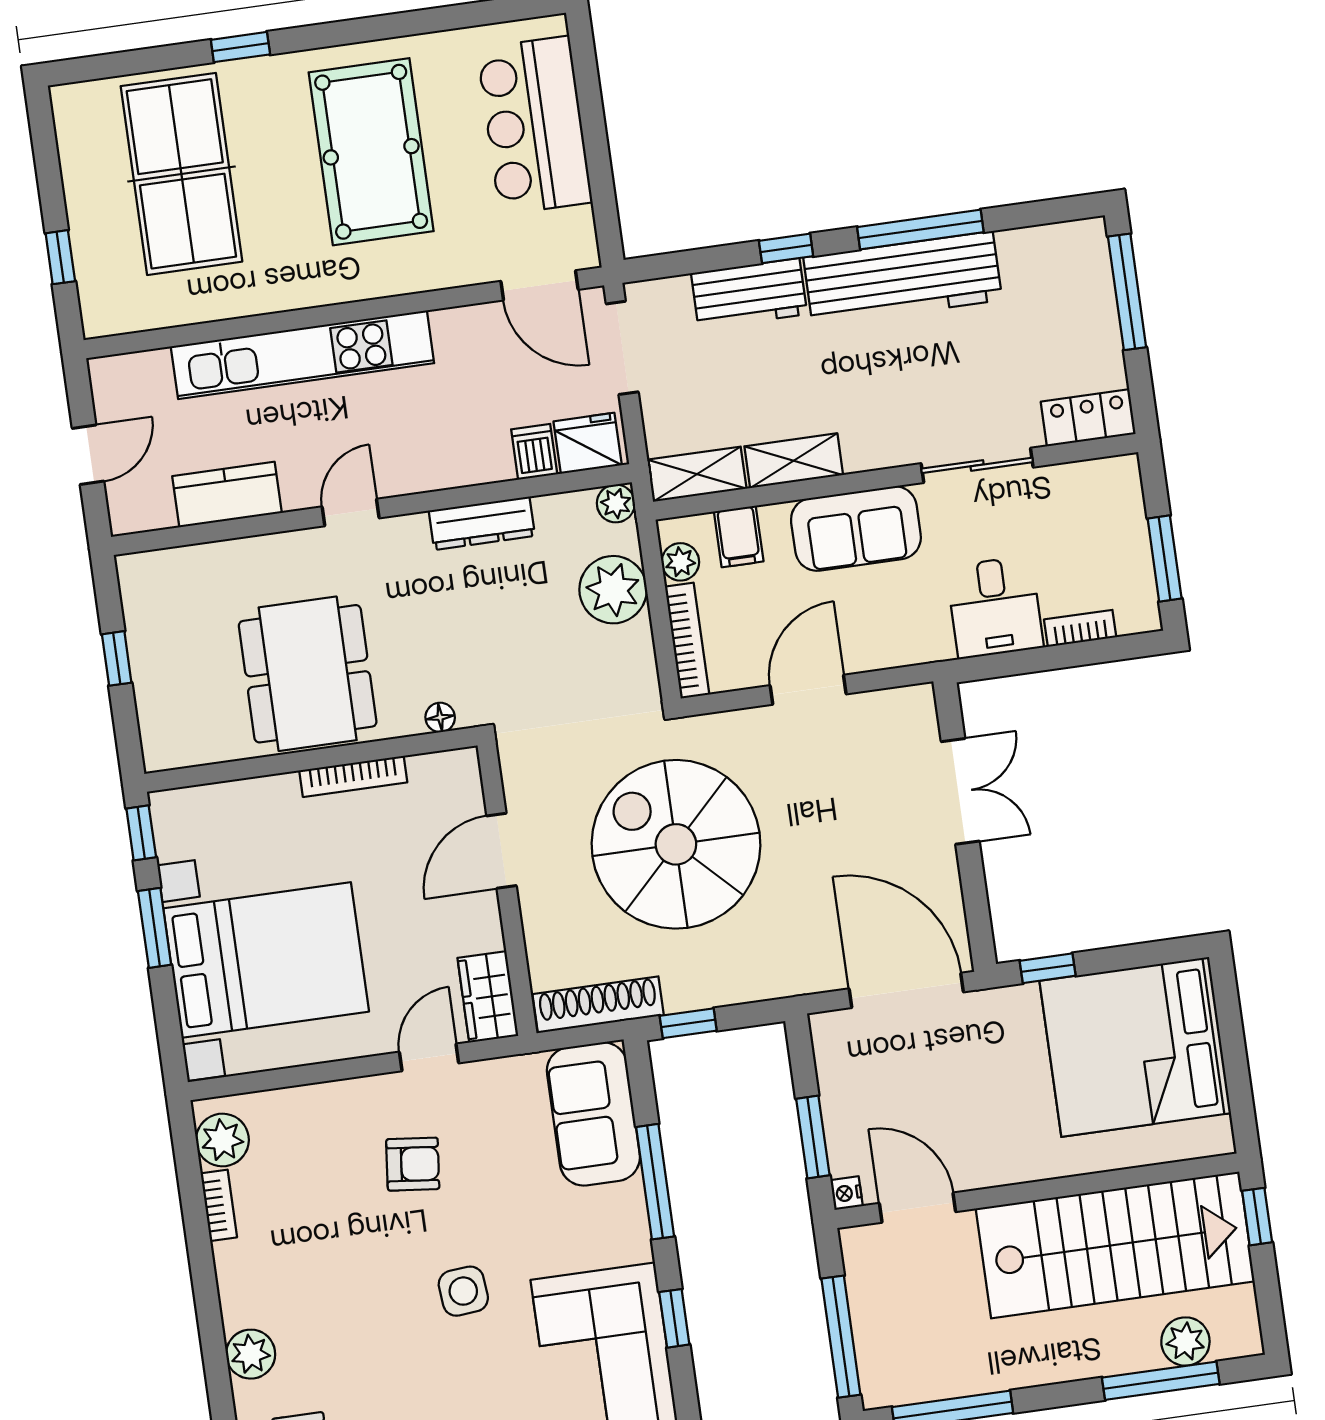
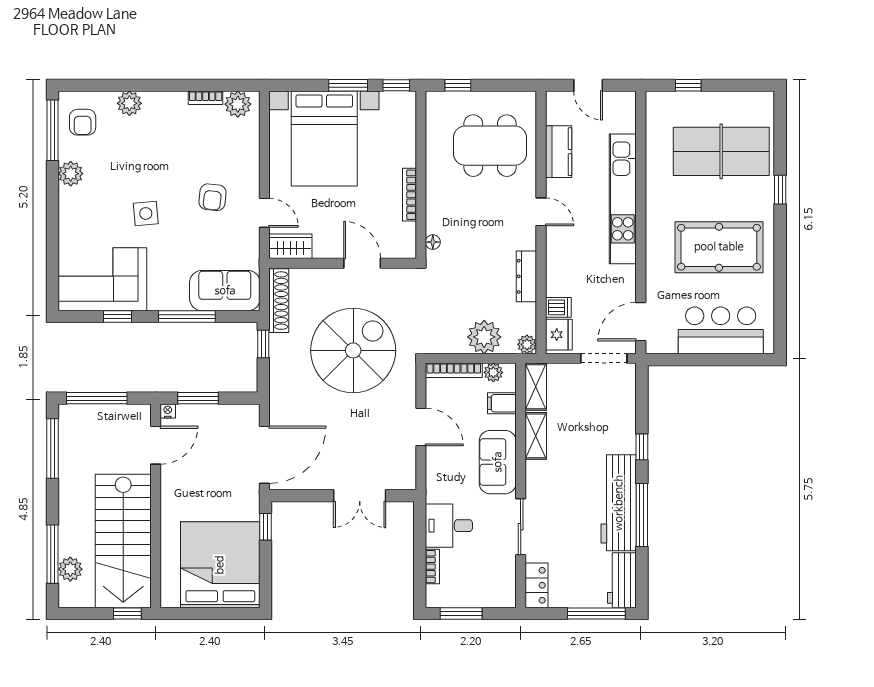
workbench: (749, 294) -> (622, 580), moved
window: (117, 658) -> (458, 85), moved
dining table: (308, 674) -> (490, 146), moved

